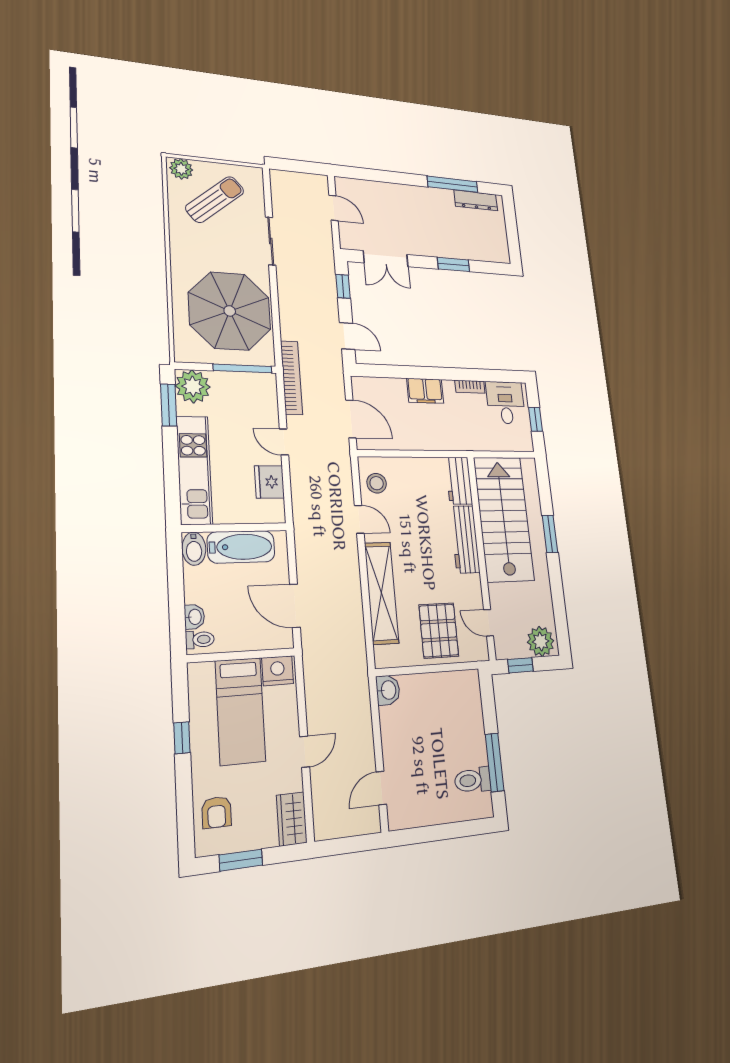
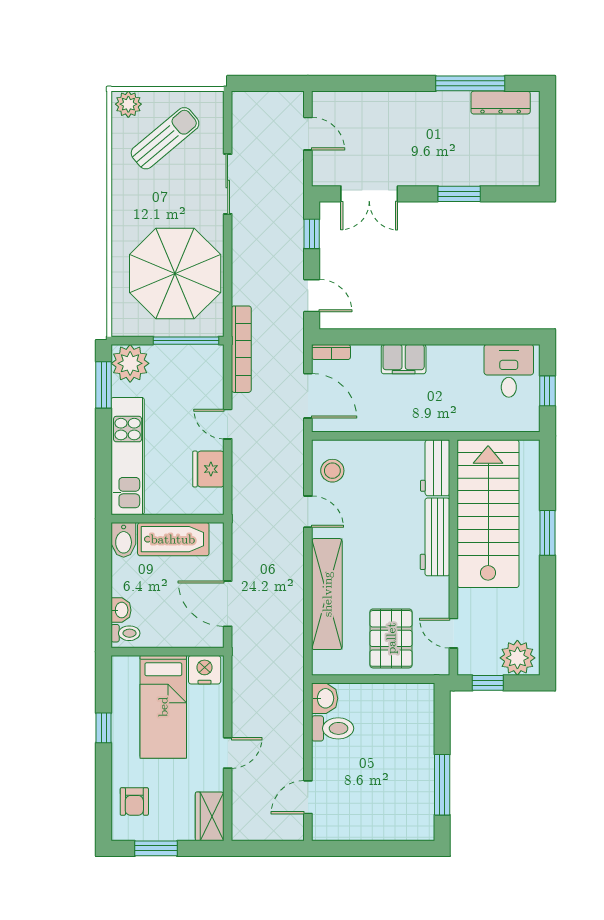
bookcase: (470, 387) -> (331, 352), moved
toilet: (473, 780) -> (333, 728), moved, turned 180

